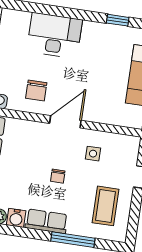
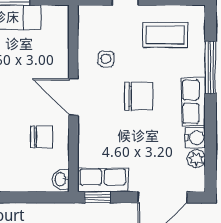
chair: (58, 176) -> (139, 96), width x1.87, depth x1.87

